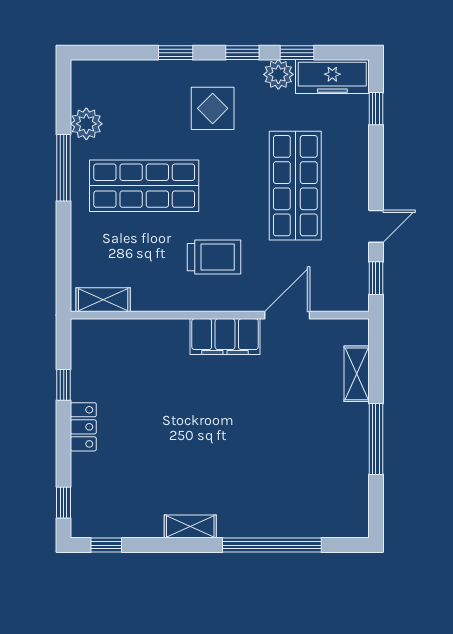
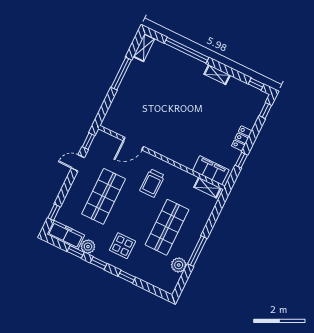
shop shelf: (144, 186) -> (167, 227), turned 90
trolley: (214, 257) -> (152, 183), turned -90
filing cabinet: (225, 337) -> (211, 170), moved
shelving: (357, 374) -> (144, 48), moved

